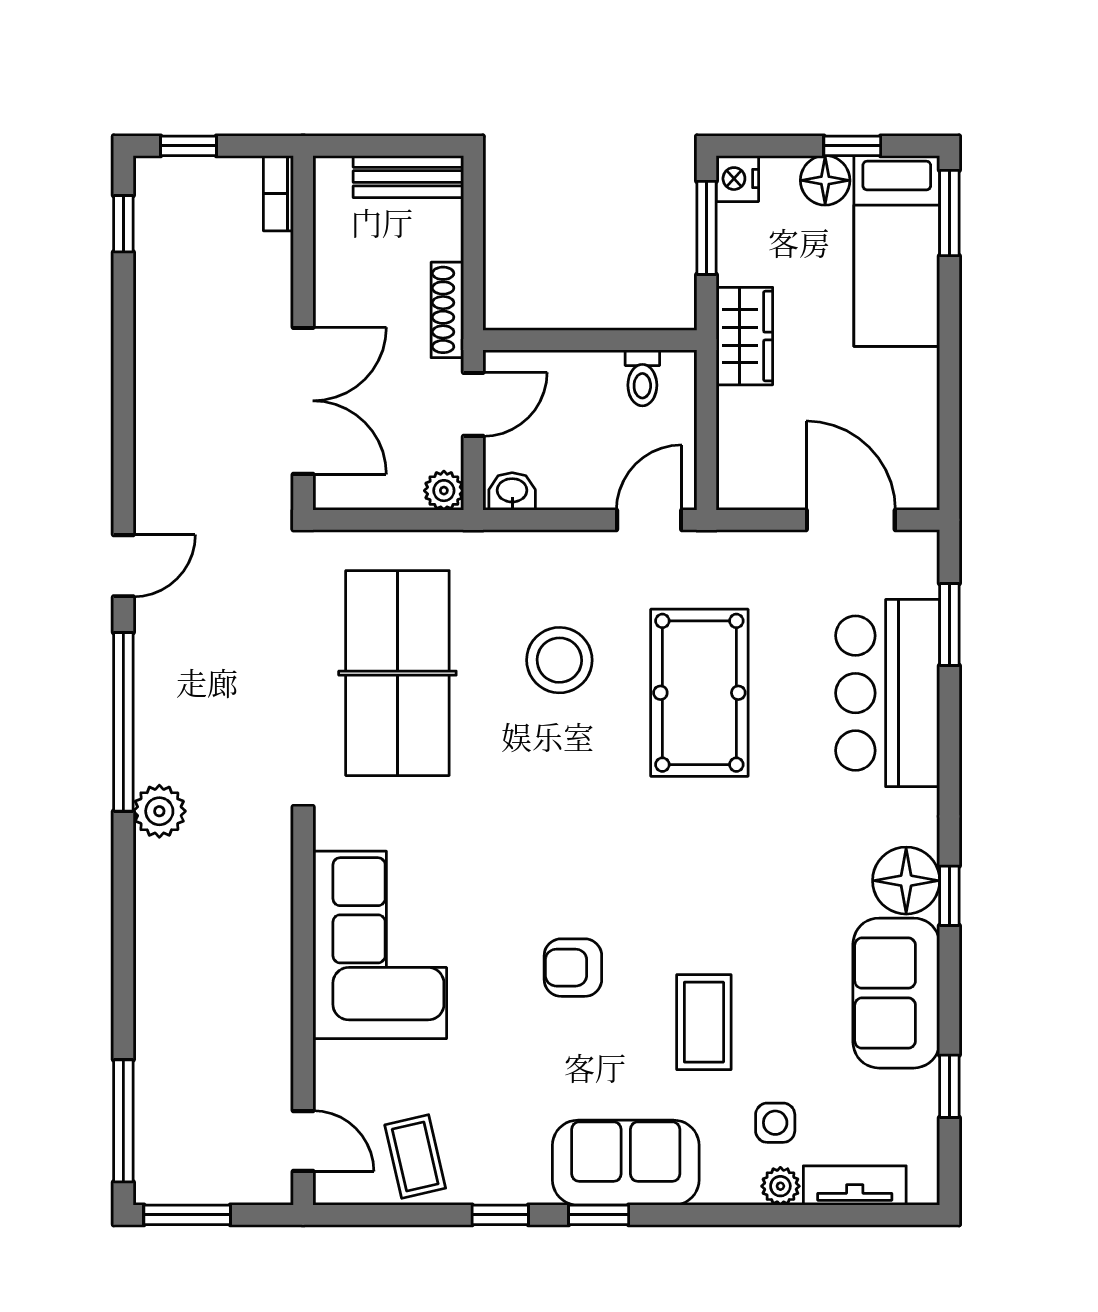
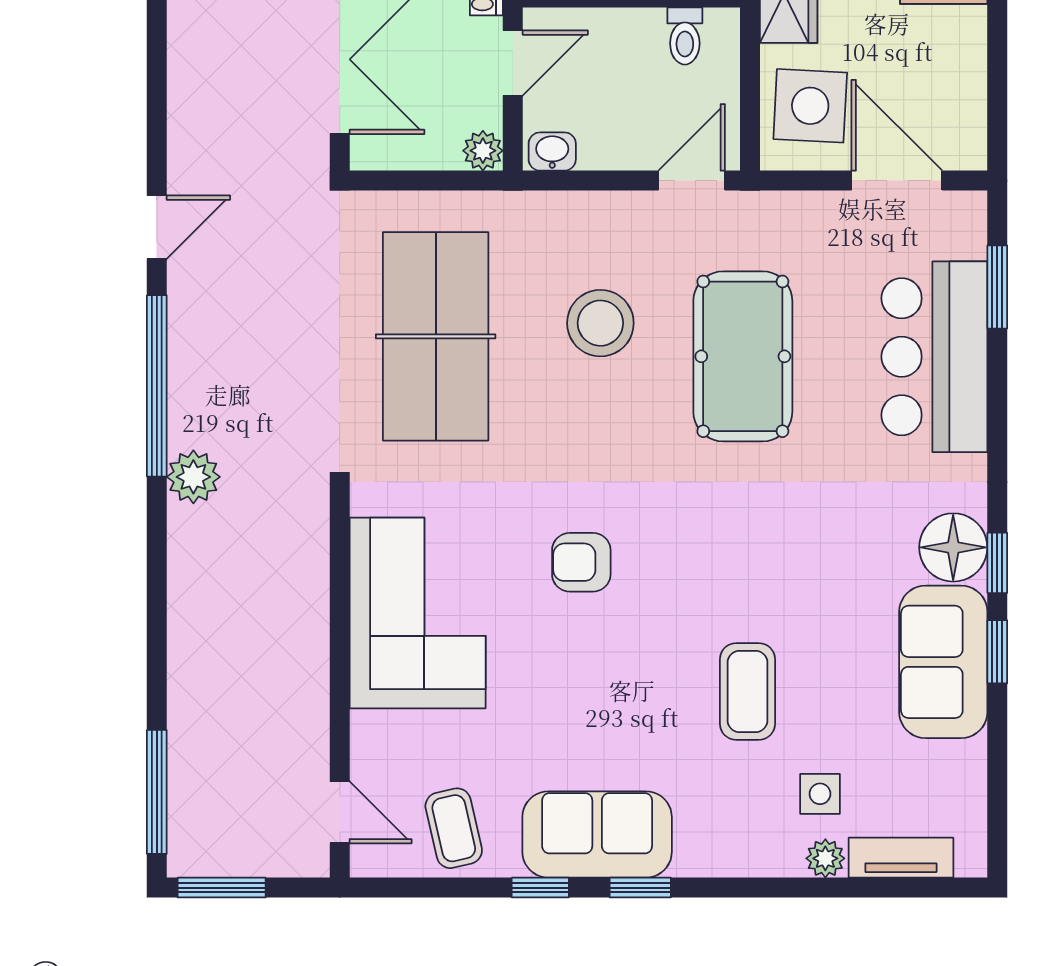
side table: (766, 447) -> (810, 106), added
armchair: (573, 968) -> (581, 562), moved
window: (949, 1086) -> (997, 652), moved
sofa: (626, 1163) -> (597, 834), moved

